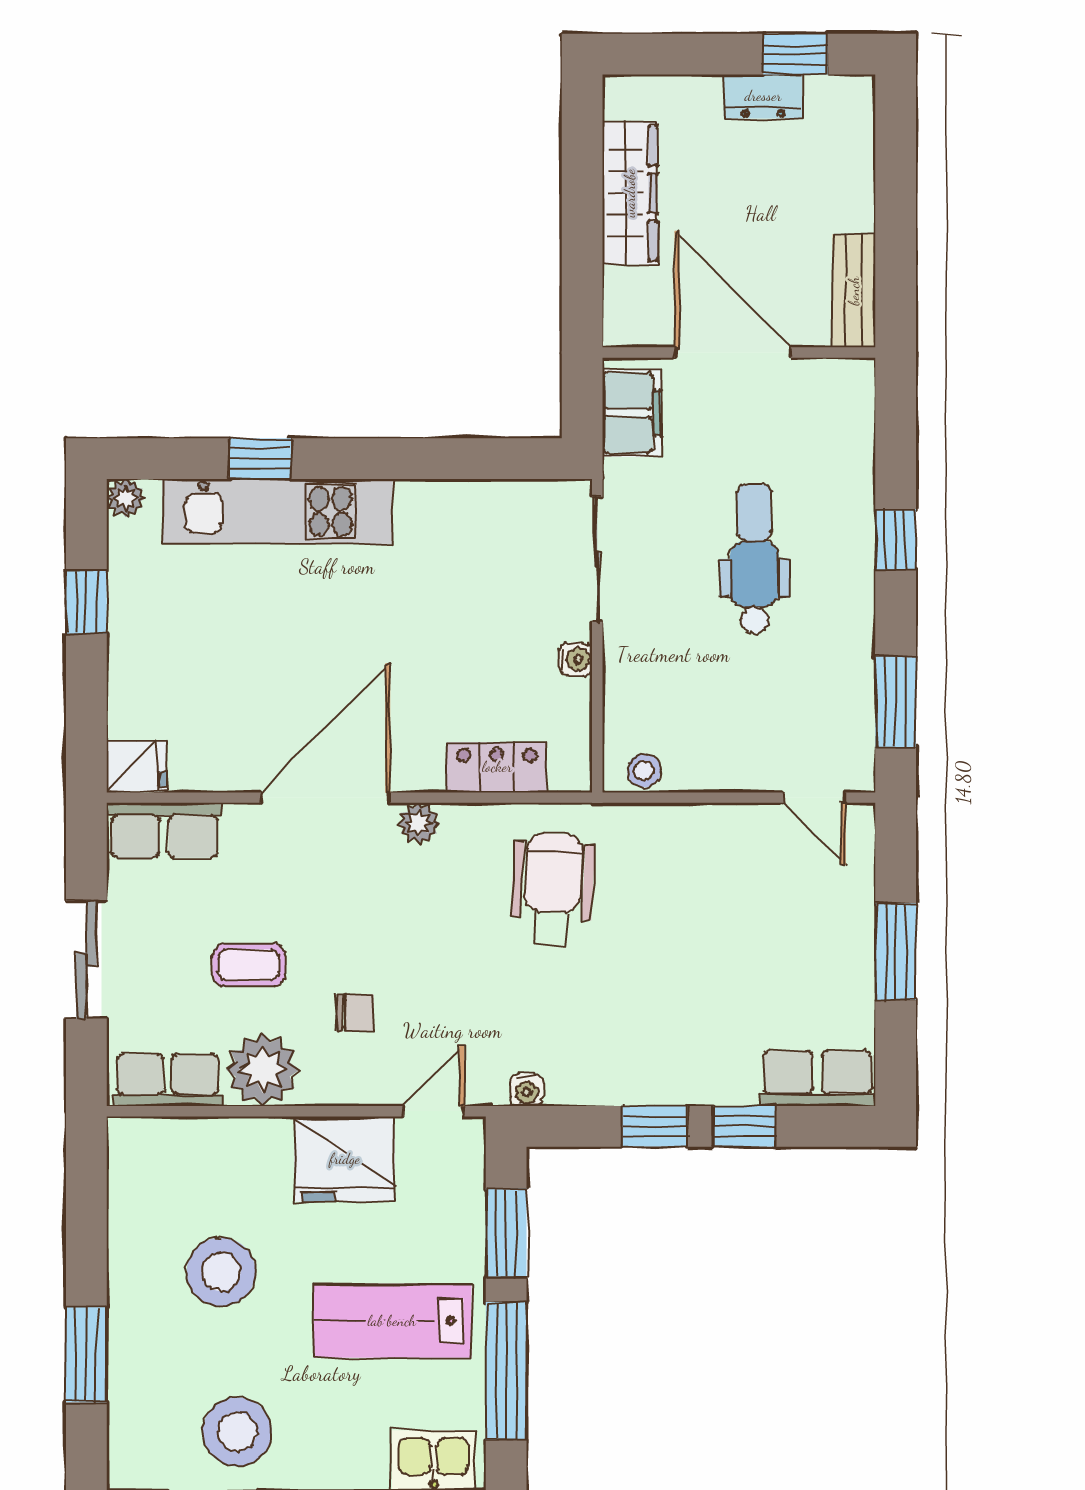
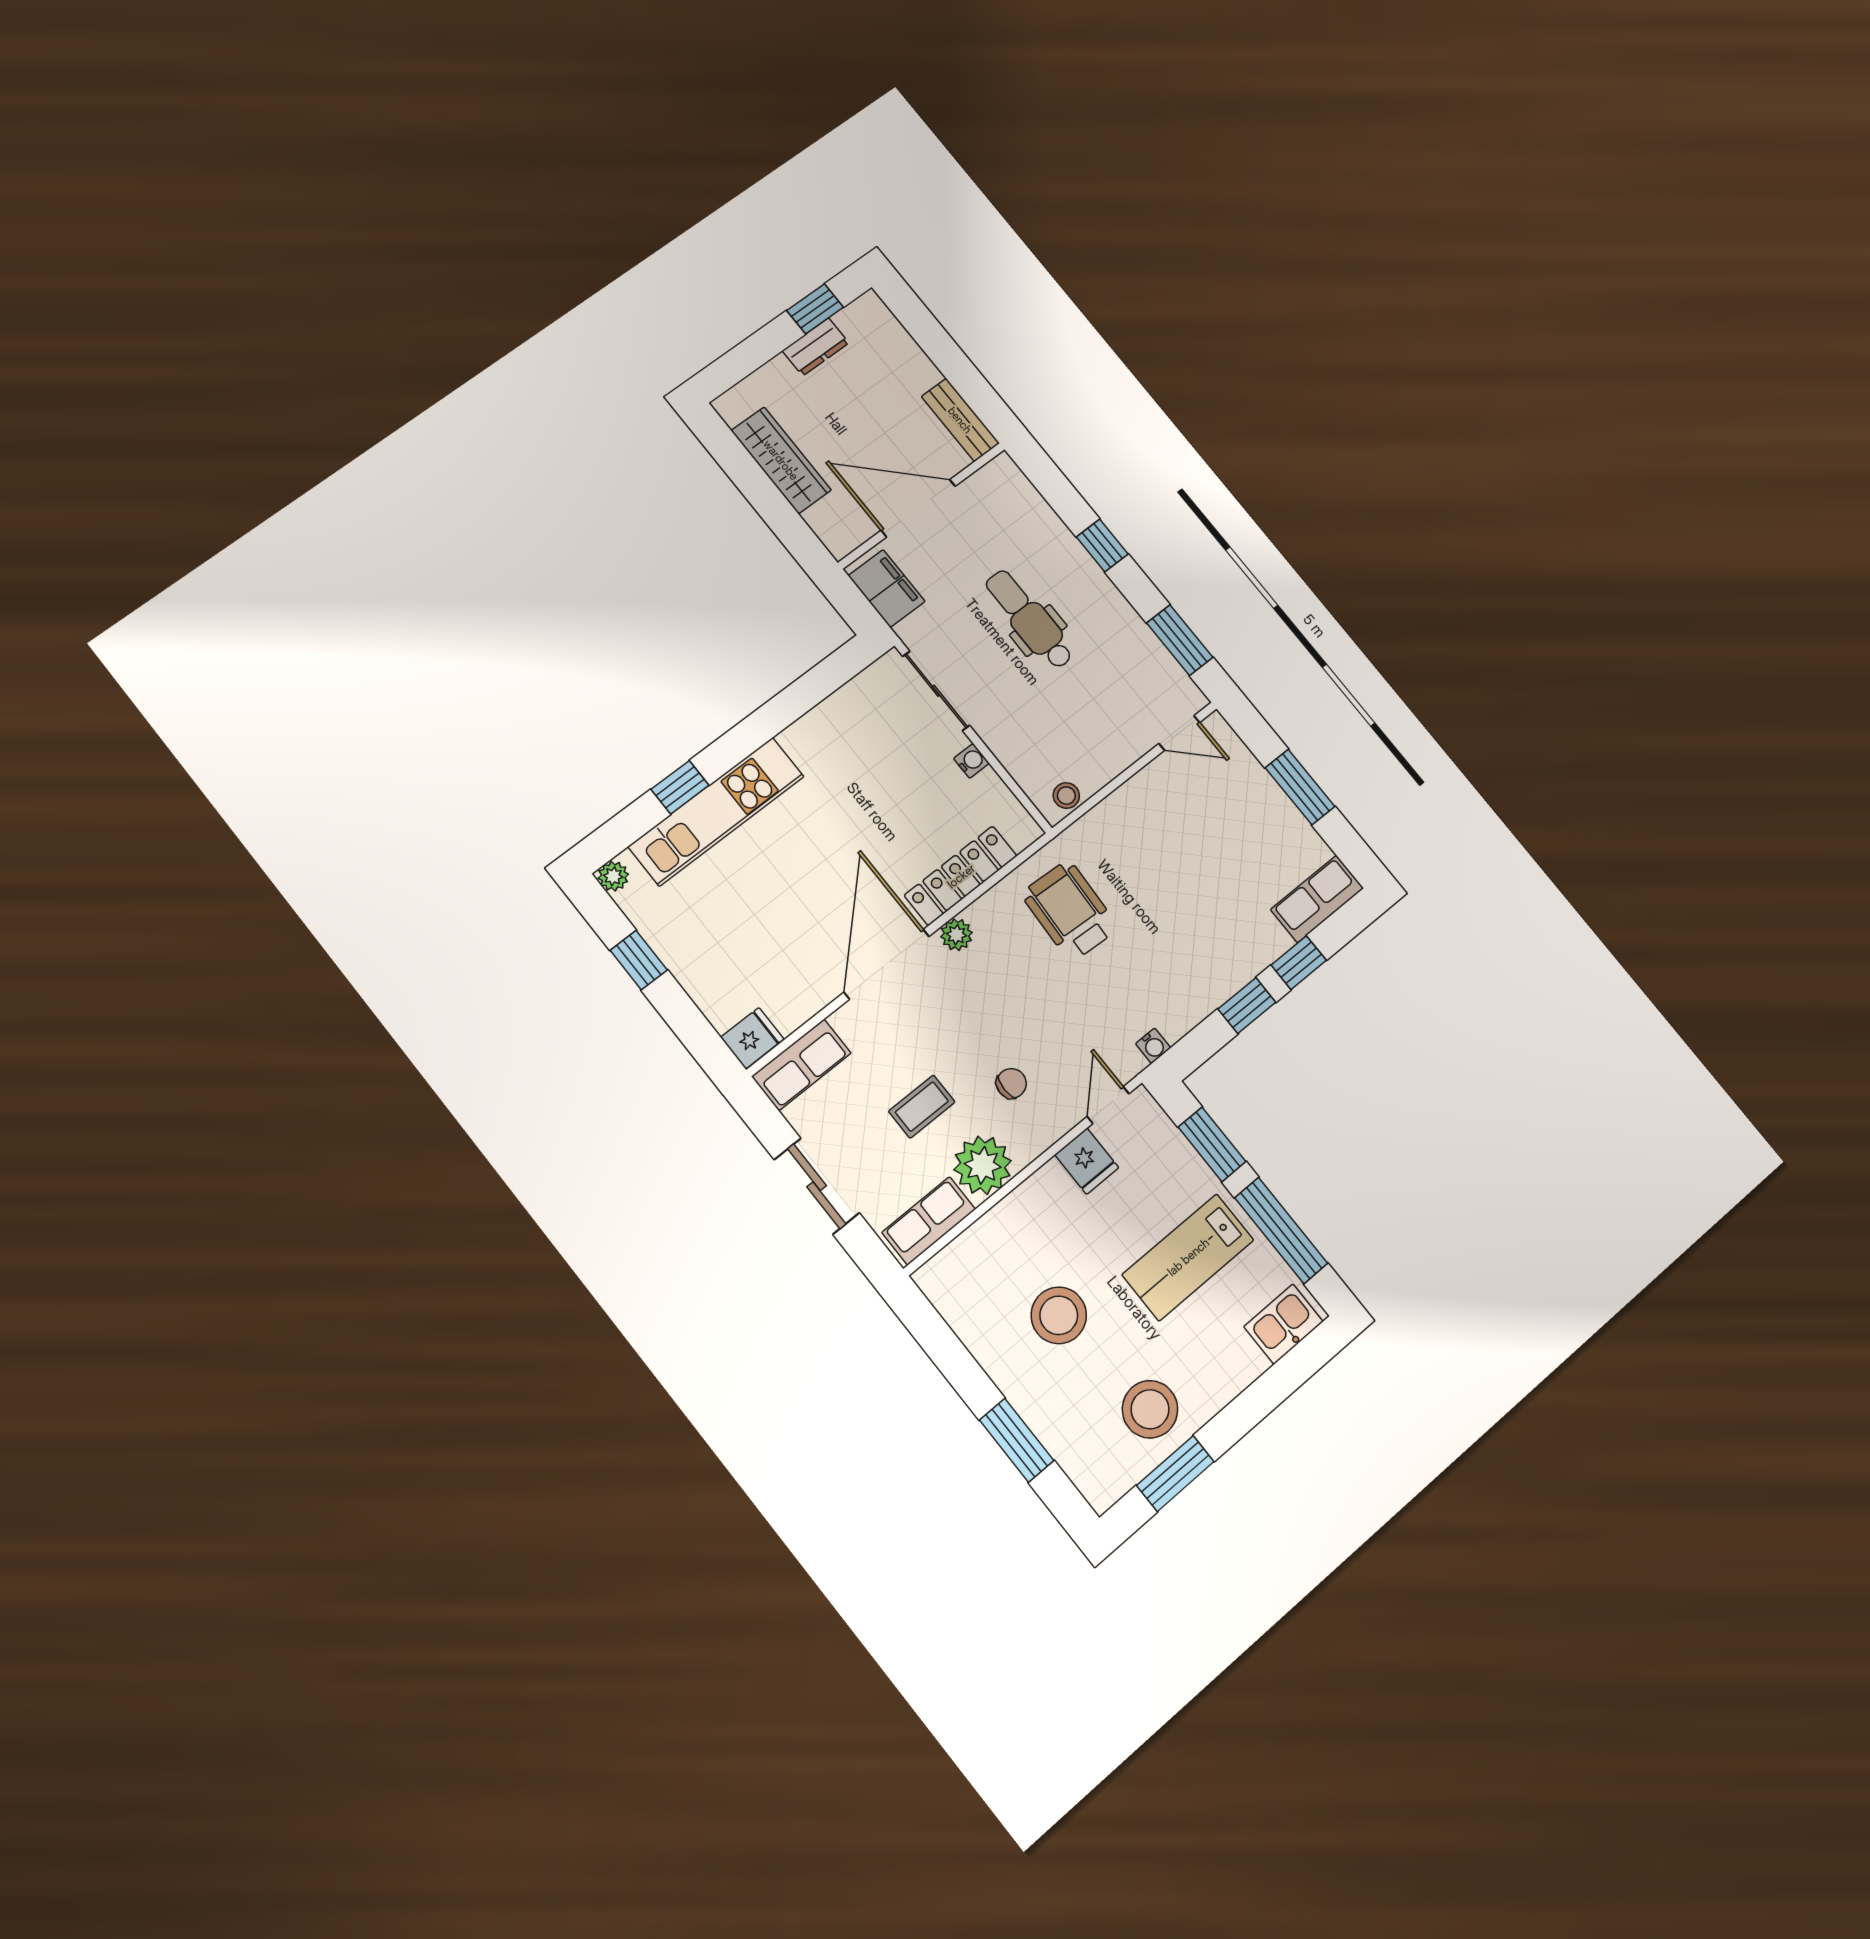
locker: (497, 767) -> (961, 876), width x1.53
fridge: (345, 1159) -> (1087, 1161), width x0.53, depth x0.75

